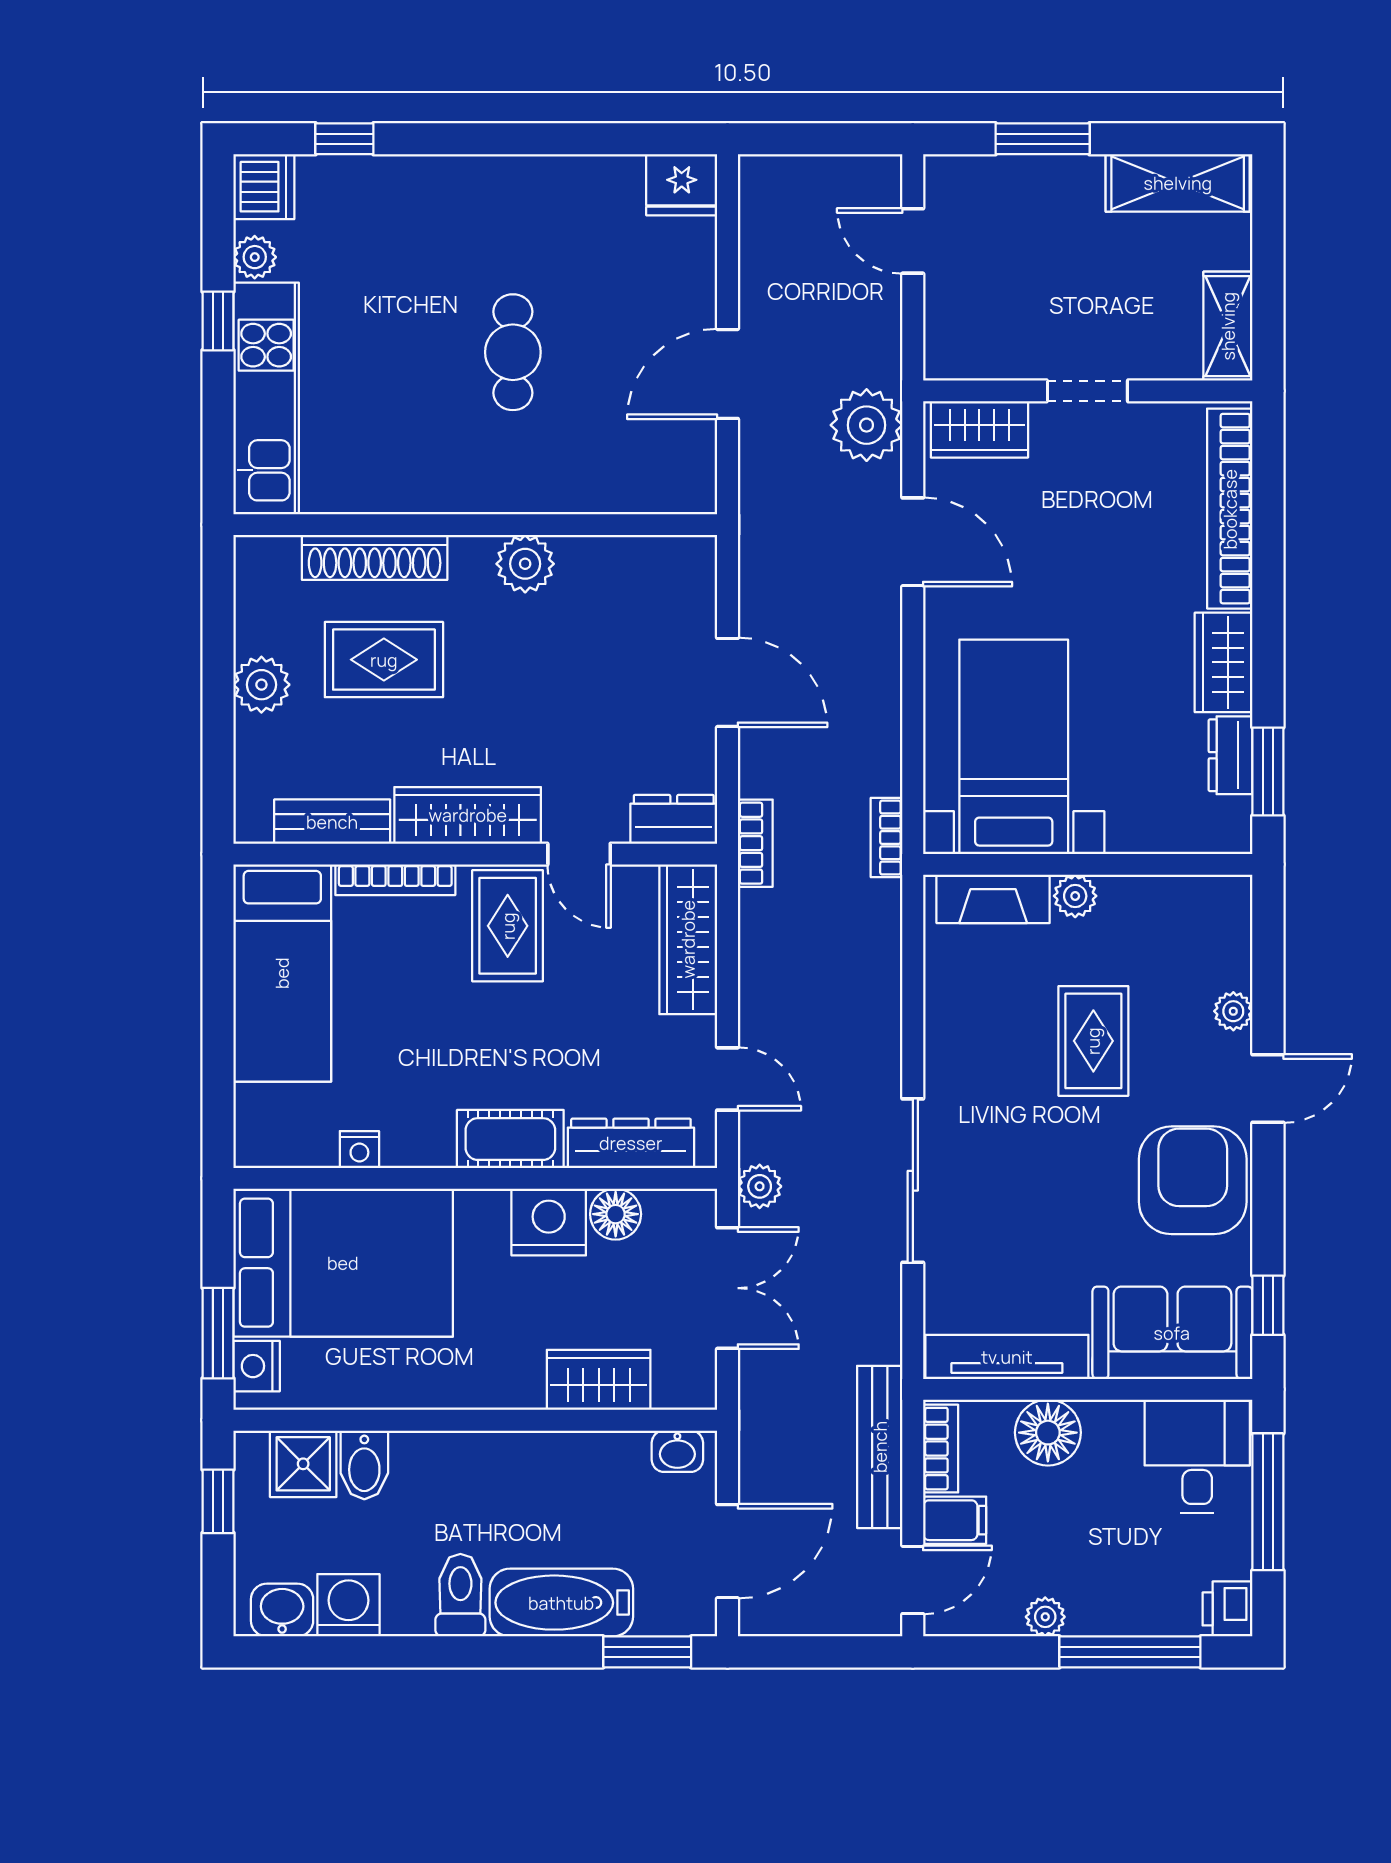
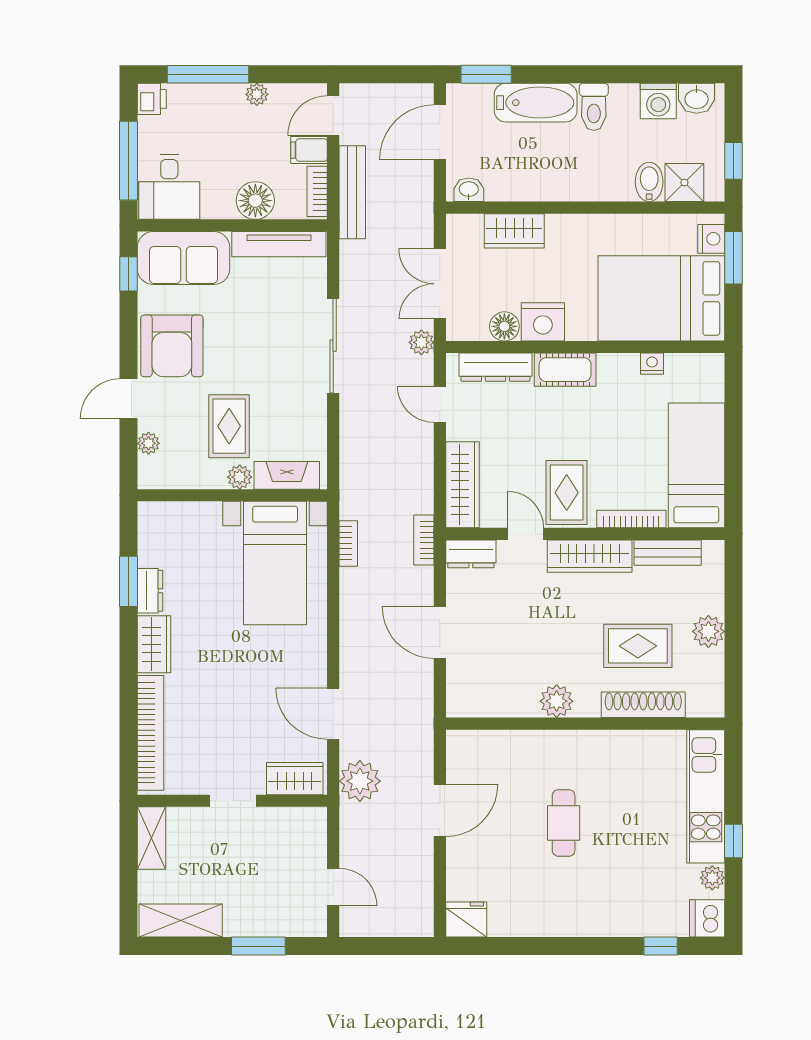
bed with nightstands: (1014, 747) -> (275, 563), moved
wall: (1088, 864) -> (232, 495), moved
plant: (1075, 896) -> (240, 477), moved
fireplace: (993, 899) -> (287, 475), moved

